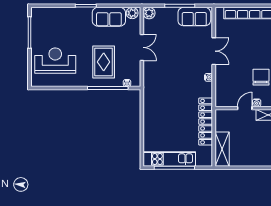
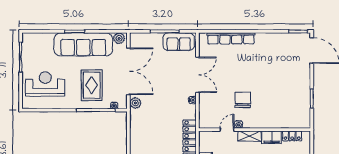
plant: (149, 13) -> (135, 103), moved
sofa: (109, 17) -> (83, 44), width x1.85, depth x1.27
double door: (142, 47) -> (128, 71), width x1.87
double door: (214, 51) -> (197, 75), width x1.37

